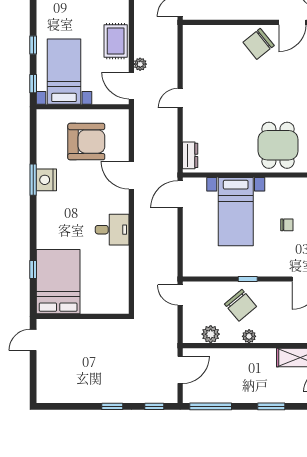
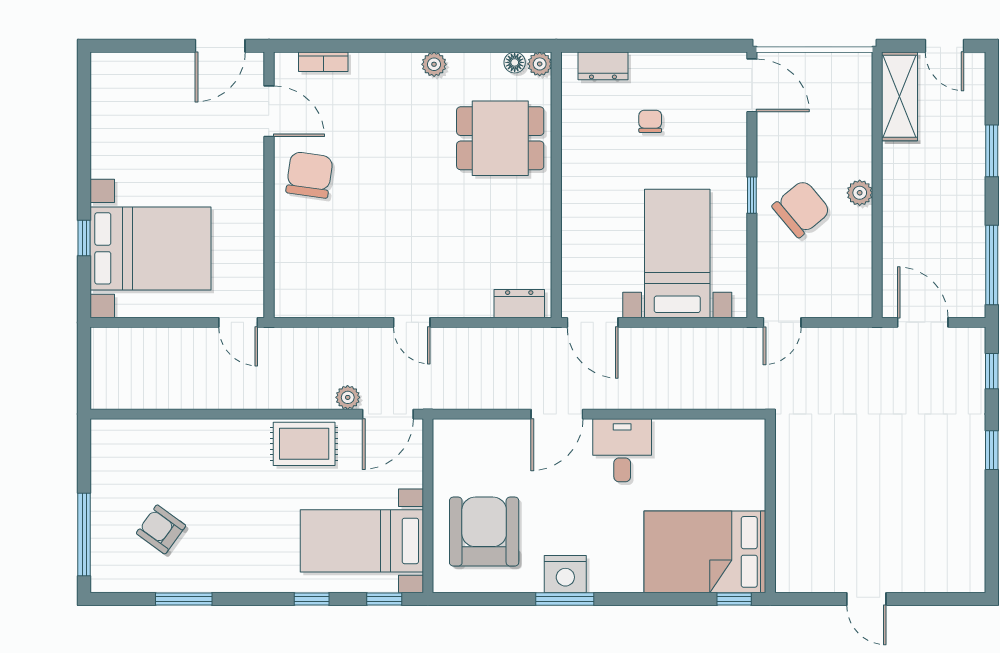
chair: (259, 44) -> (309, 175), turned -133
armchair: (86, 142) -> (484, 532), moved
bed with nightstands: (236, 212) -> (677, 254), moved, turned -90
desk: (112, 230) -> (622, 450), moved
bed: (58, 282) -> (705, 552), moved
wall: (83, 316) -> (770, 506), moved
plant: (211, 334) -> (856, 265), removed

